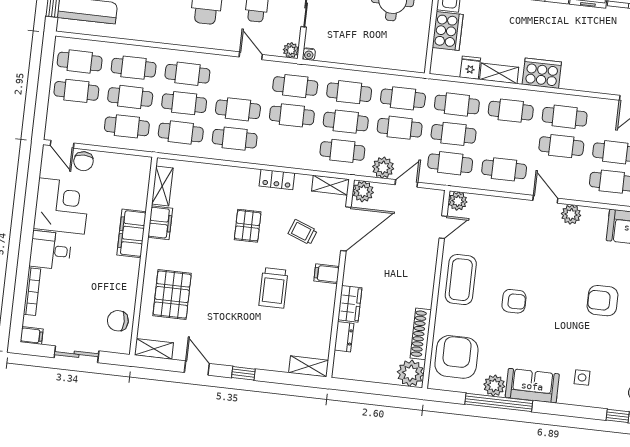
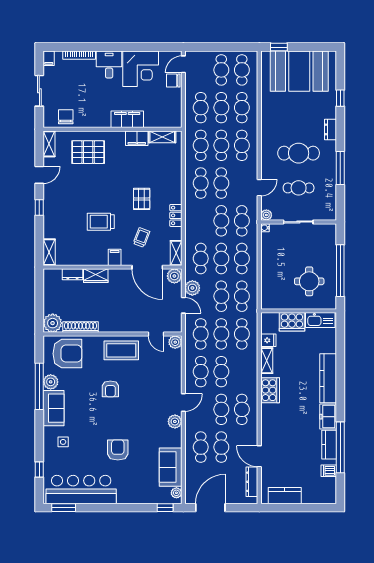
cafe table: (511, 111) -> (221, 372), moved
pallet: (248, 226) -> (142, 199), turned 90

